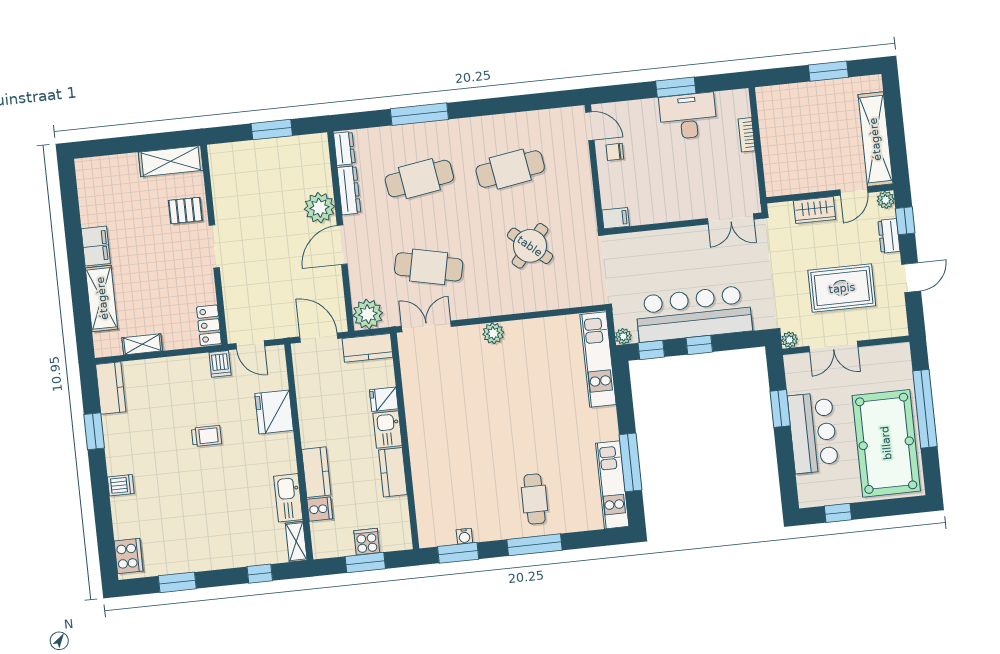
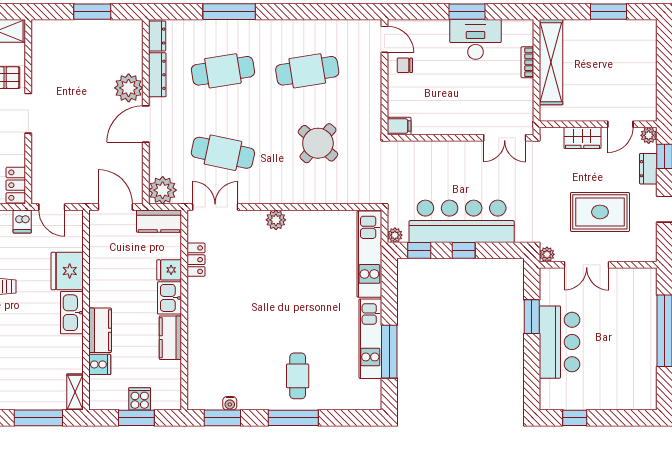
shelving: (875, 139) -> (551, 62), moved
locker: (412, 385) -> (196, 260), added
pool table: (886, 443) -> (626, 359), removed
kitchen unit: (612, 485) -> (370, 339), moved
kitchen sink: (288, 498) -> (72, 313), moved
window: (260, 574) -> (38, 418), width x2.17

